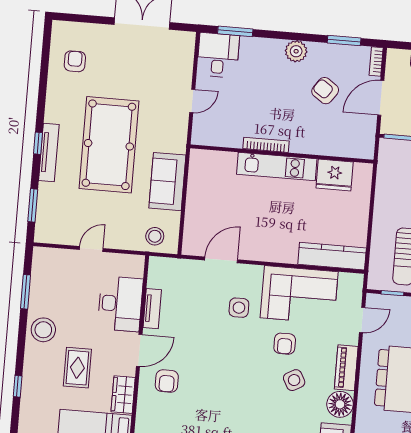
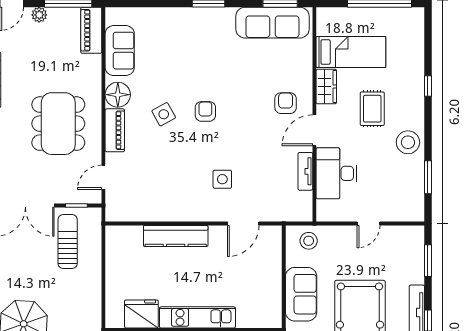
kitchen counter: (332, 256) -> (176, 236), moved
corner sofa: (299, 295) -> (166, 196), removed
armchair: (285, 344) -> (205, 111), moved

